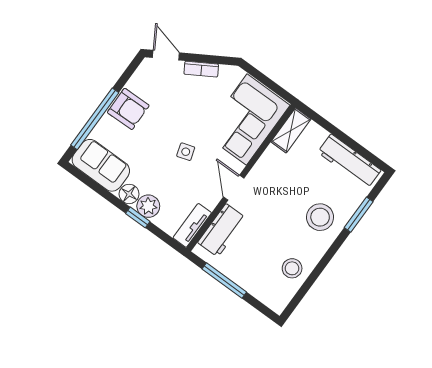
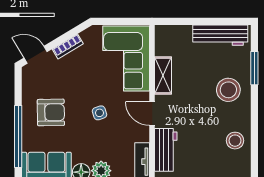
armchair: (128, 109) -> (51, 112), moved
shelving: (291, 130) -> (163, 75), moved

